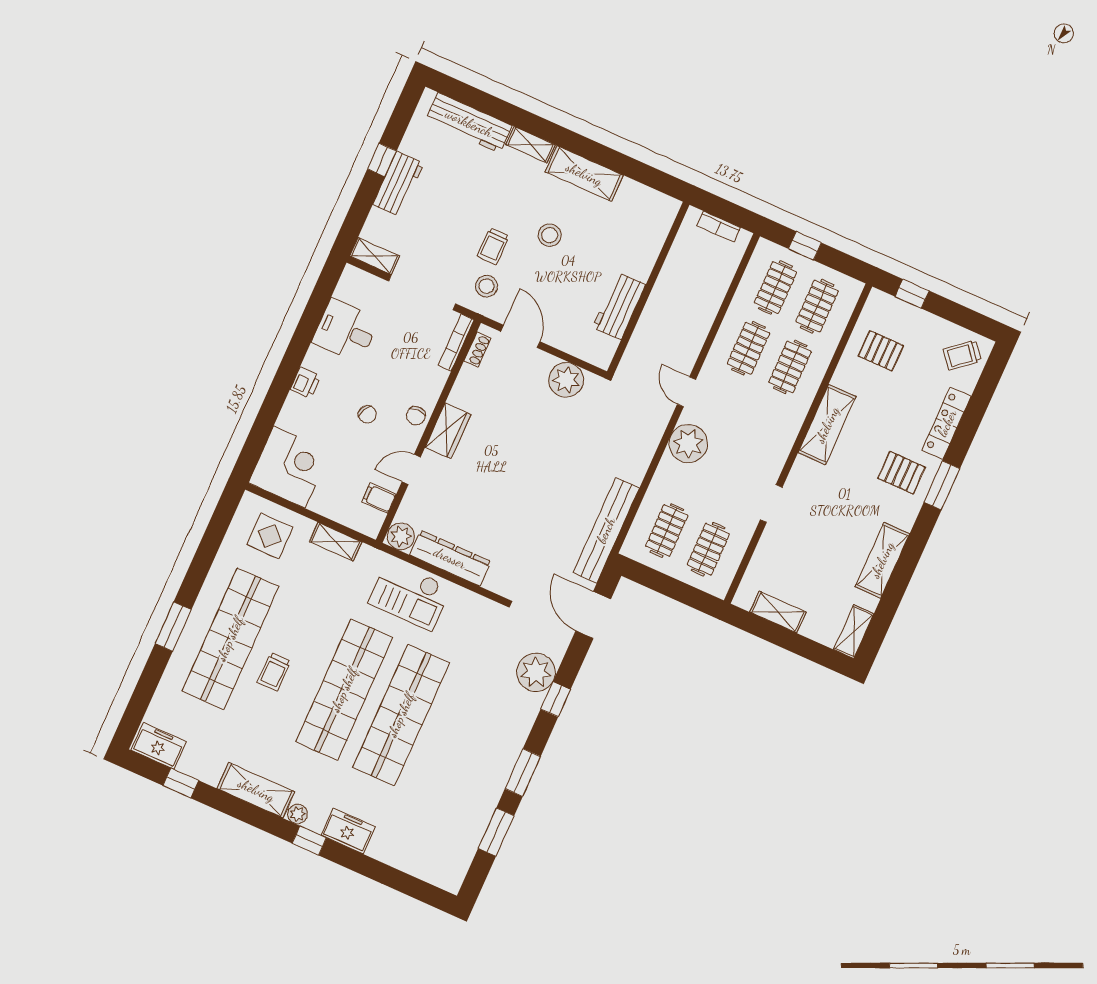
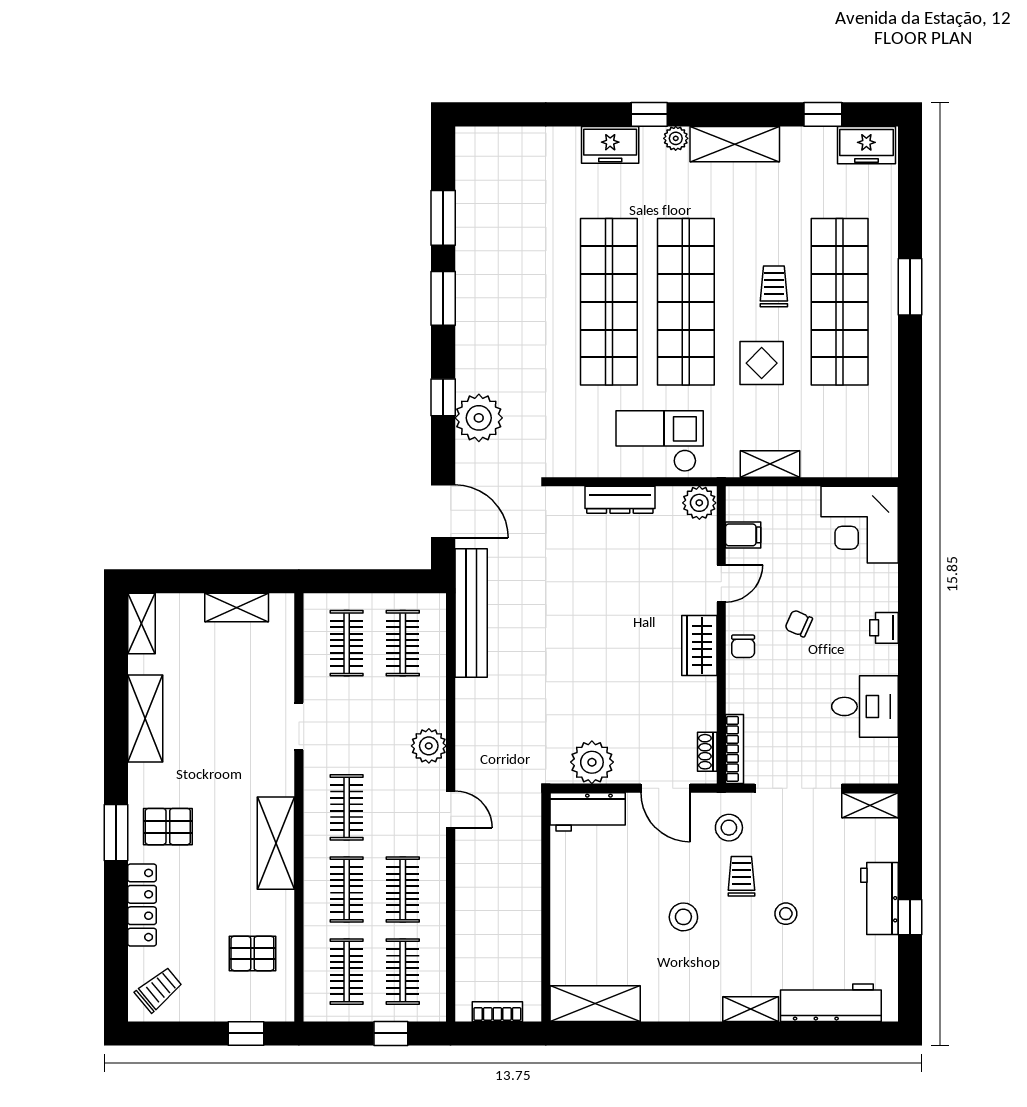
shelving: (584, 174) -> (595, 1004), moved
stool: (473, 204) -> (786, 914), added
workbench: (619, 306) -> (588, 812), moved, turned 90
chair: (416, 416) -> (743, 646), turned 180
clothes rail: (763, 428) -> (347, 807), added
plant: (688, 443) -> (429, 746), width x0.73, depth x0.73
display table: (270, 536) -> (762, 363), moved
dresser: (450, 558) -> (620, 500), width x0.73, depth x0.80

